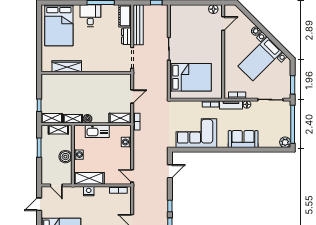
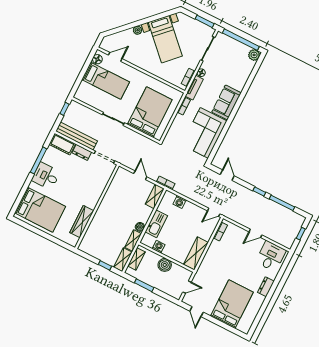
door: (223, 24) -> (115, 57), hinge flipped
bed: (198, 26) -> (106, 81), added
sofa: (243, 139) -> (226, 102), moved
washing machine: (79, 155) -> (159, 247), moved
nightstand: (89, 191) -> (208, 260), removed

